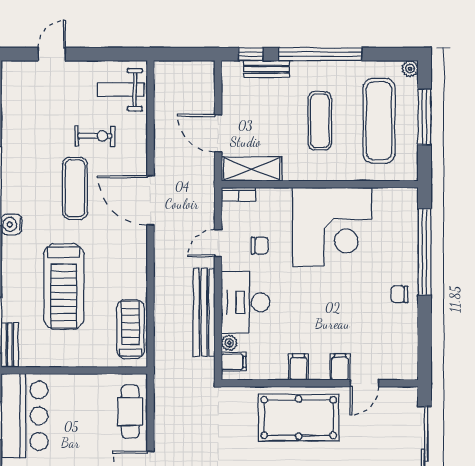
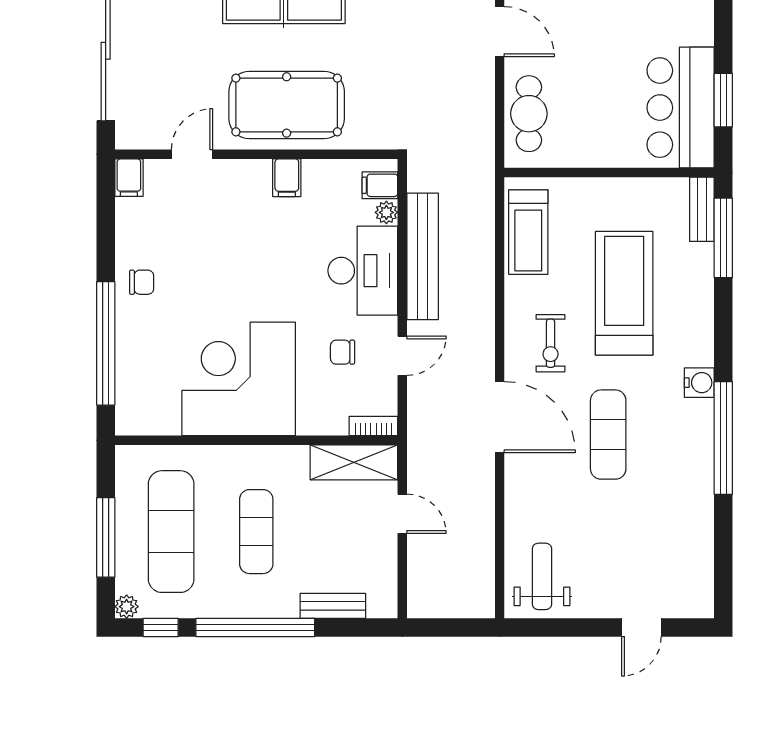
window: (251, 54) -> (161, 627), moved
weight bench: (121, 90) -> (542, 576), turned -90
door: (218, 133) -> (402, 514), width x0.73
exercise bike: (95, 136) -> (551, 343), moved, turned -90
filing cabinet: (340, 367) -> (129, 178), moved

